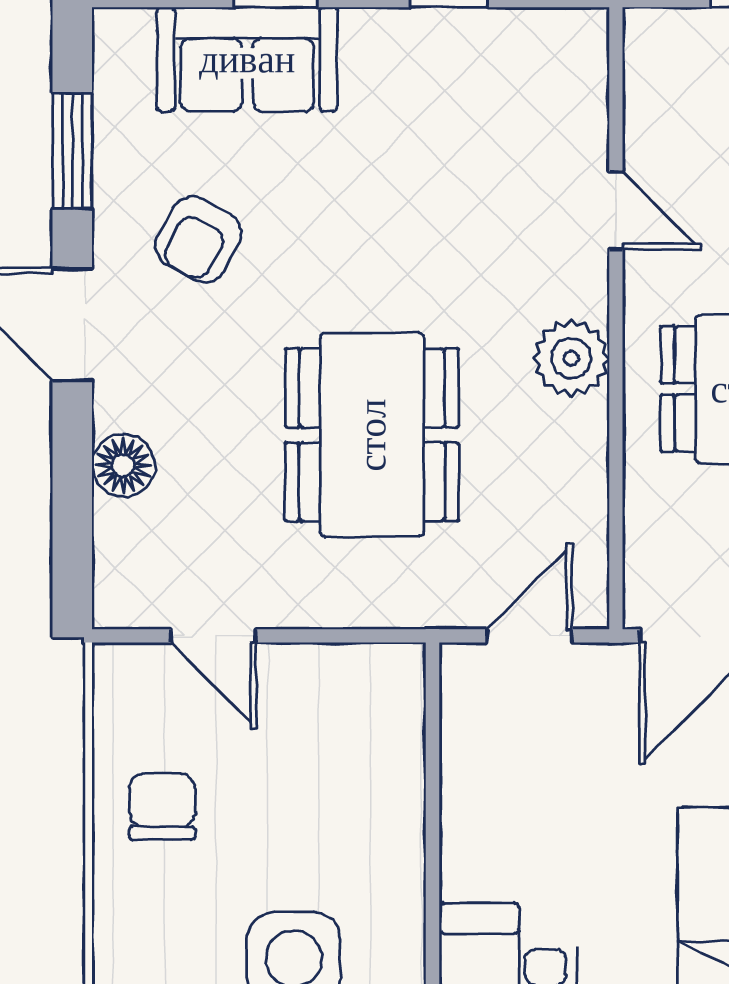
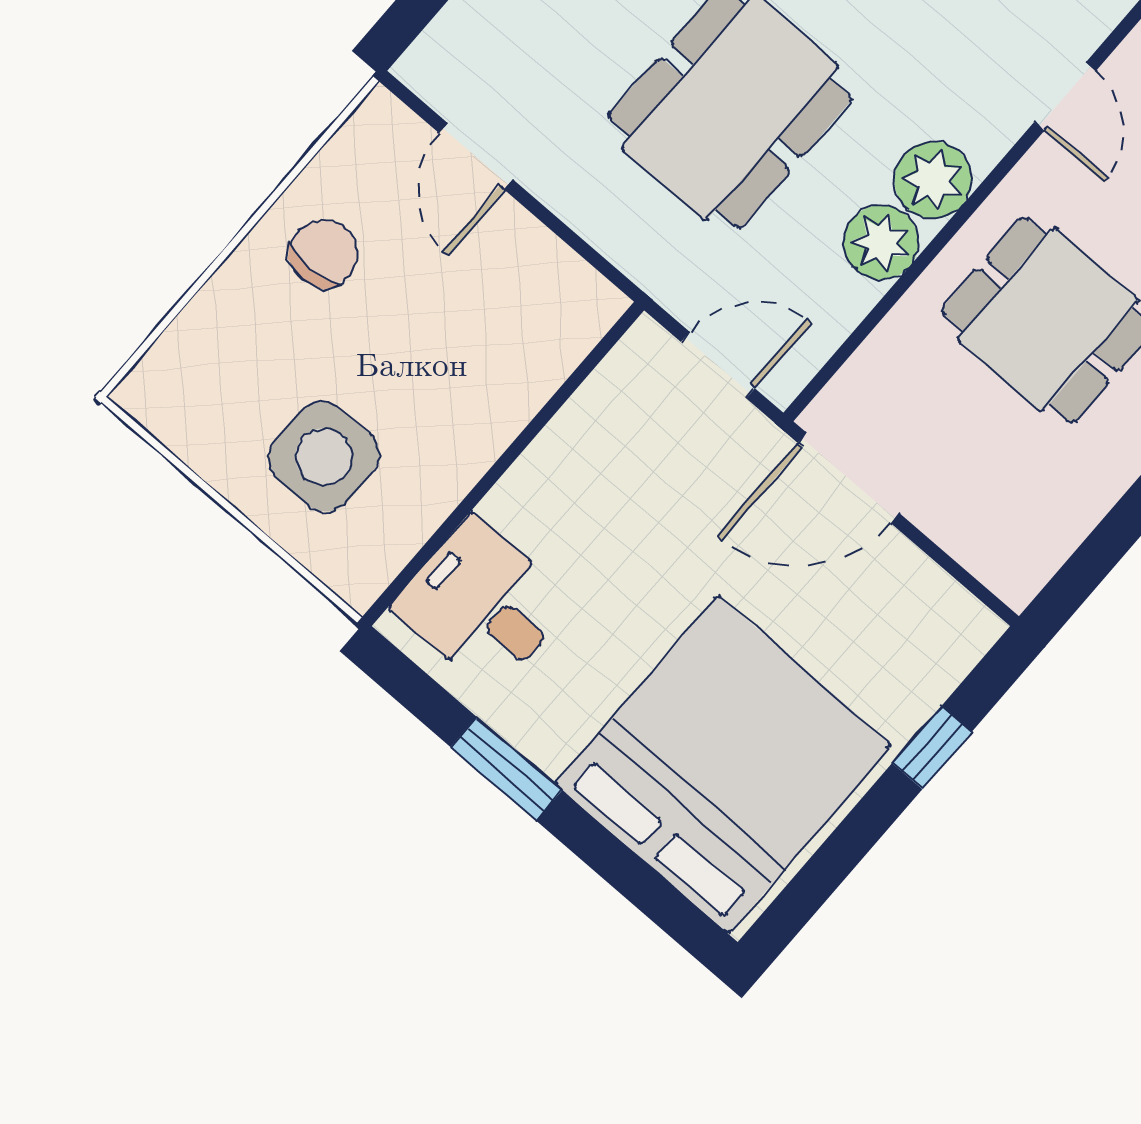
plant: (573, 439) -> (881, 242), added

